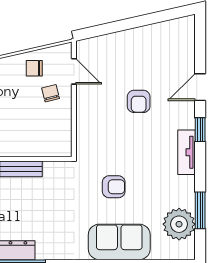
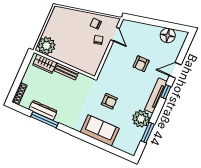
floor lamp: (162, 35) -> (168, 35), added
tv unit: (186, 152) -> (156, 96), width x1.41
plant: (179, 224) -> (141, 119), moved

